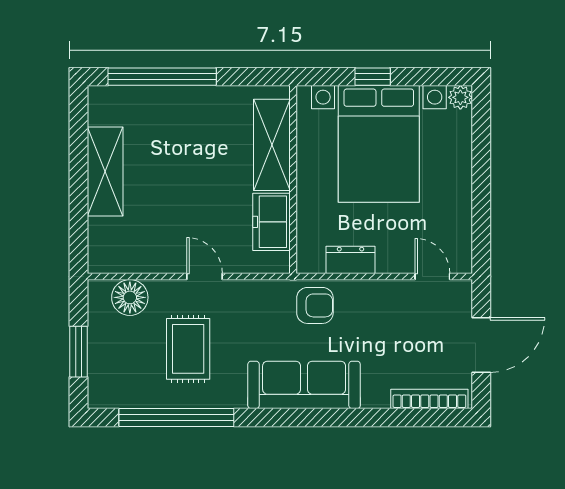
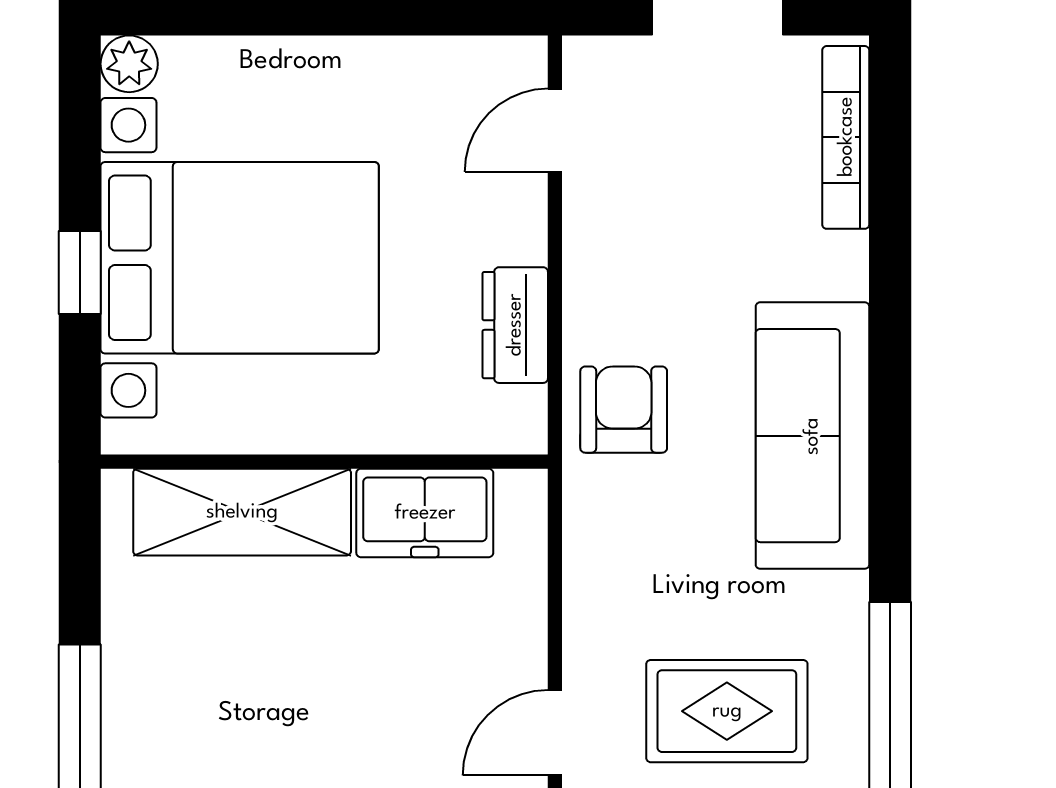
door: (205, 276) -> (555, 733), moved

